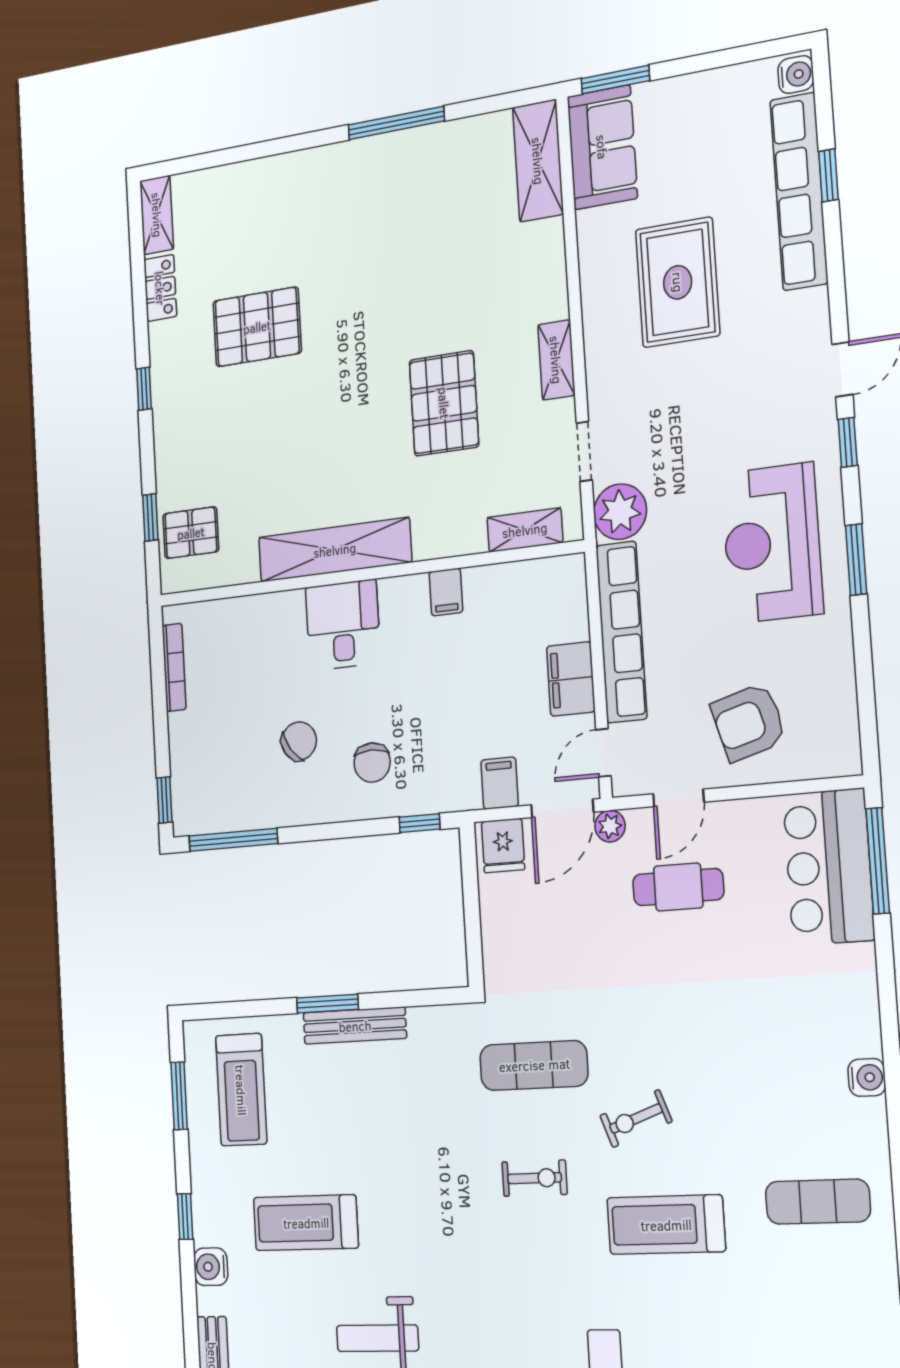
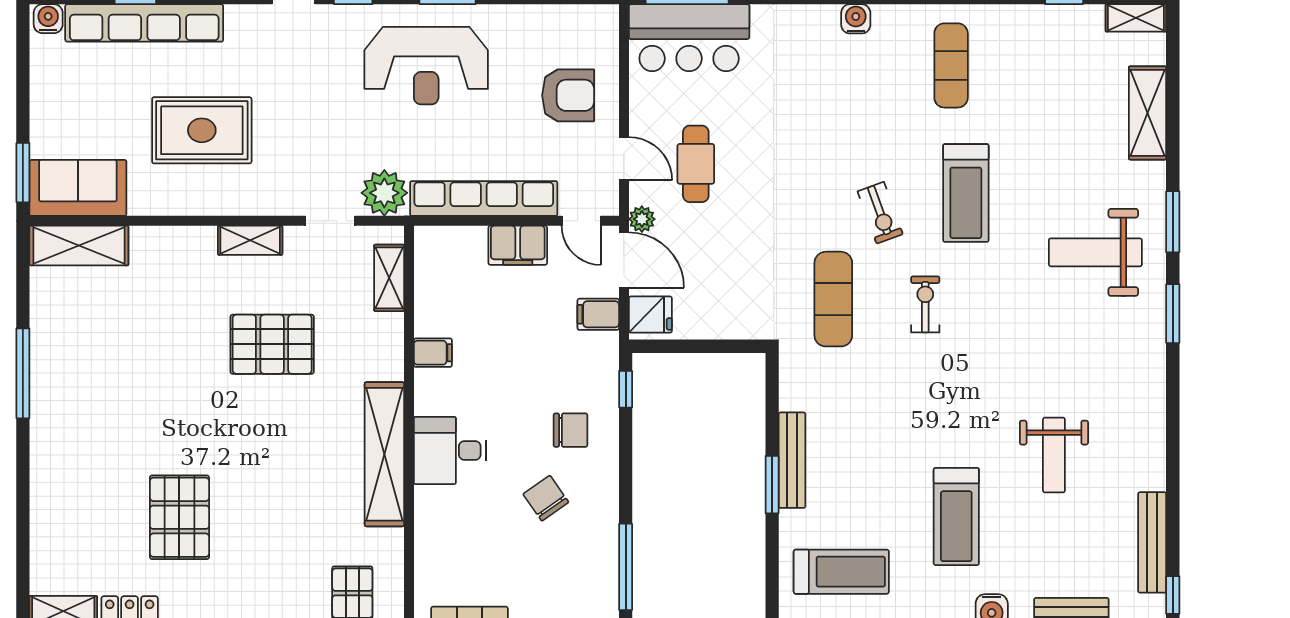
armchair: (749, 722) -> (568, 95), turned -74

